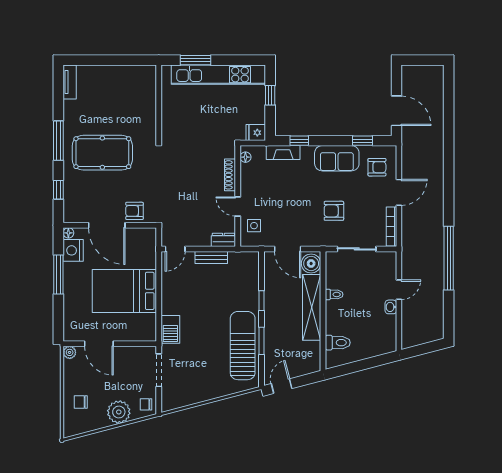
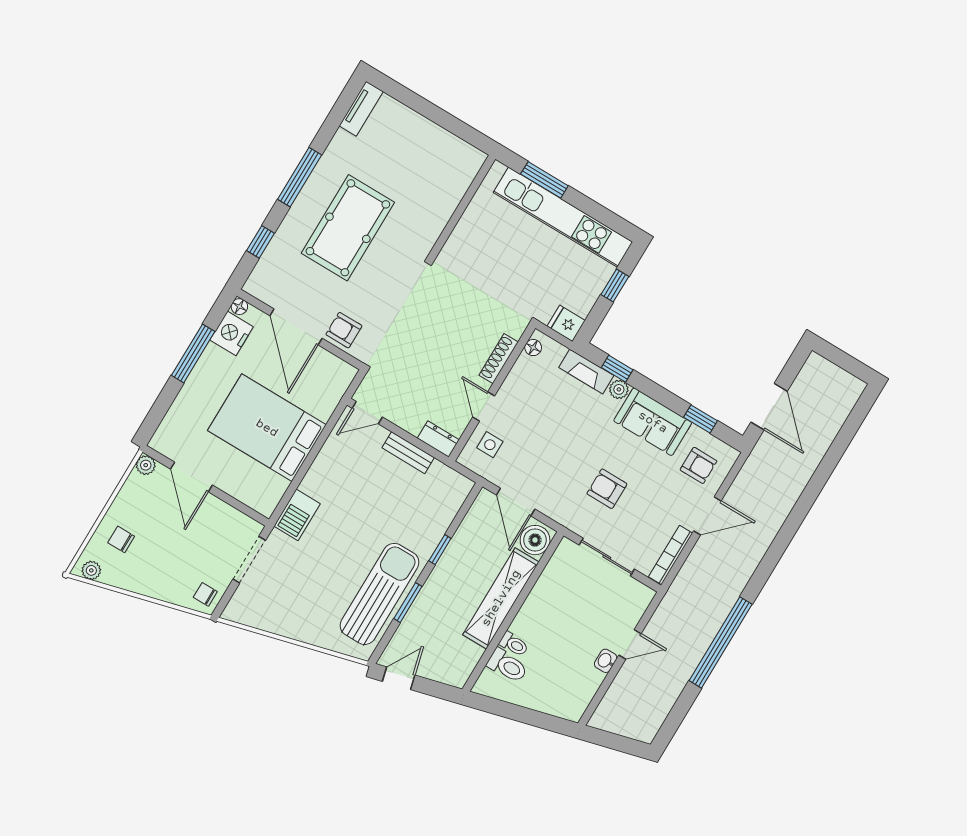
plant: (307, 152) -> (619, 389), added
pool table: (102, 153) -> (348, 228), turned 90
toilet: (334, 294) -> (514, 644), moved
plant: (119, 412) -> (91, 570), moved, width x0.53, depth x0.53

